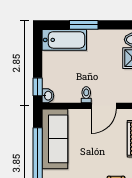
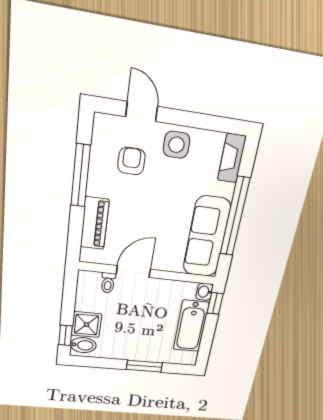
bathtub: (64, 40) -> (191, 326), moved, turned -90
toilet: (86, 95) -> (108, 283), moved

